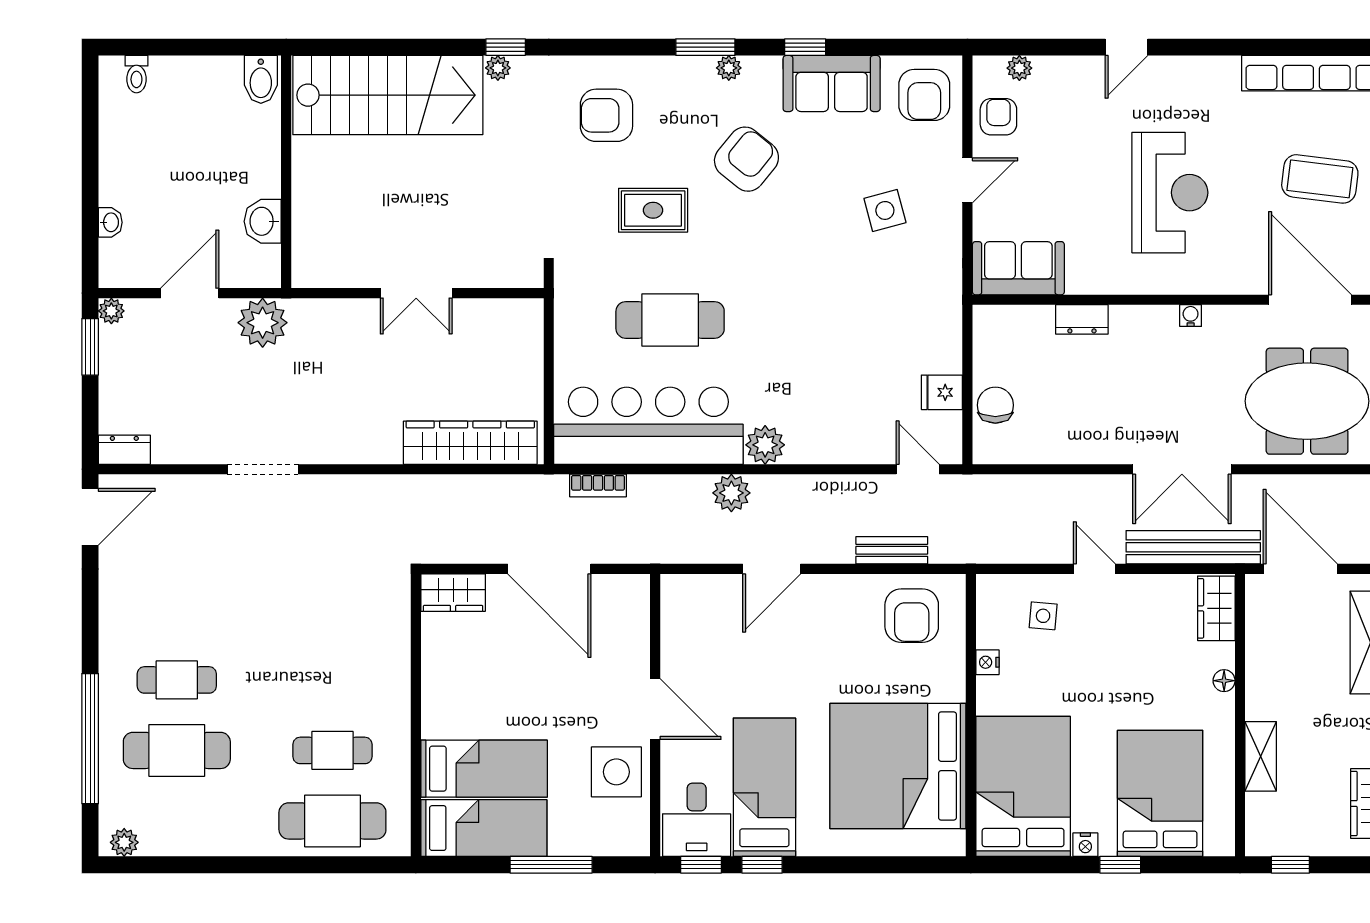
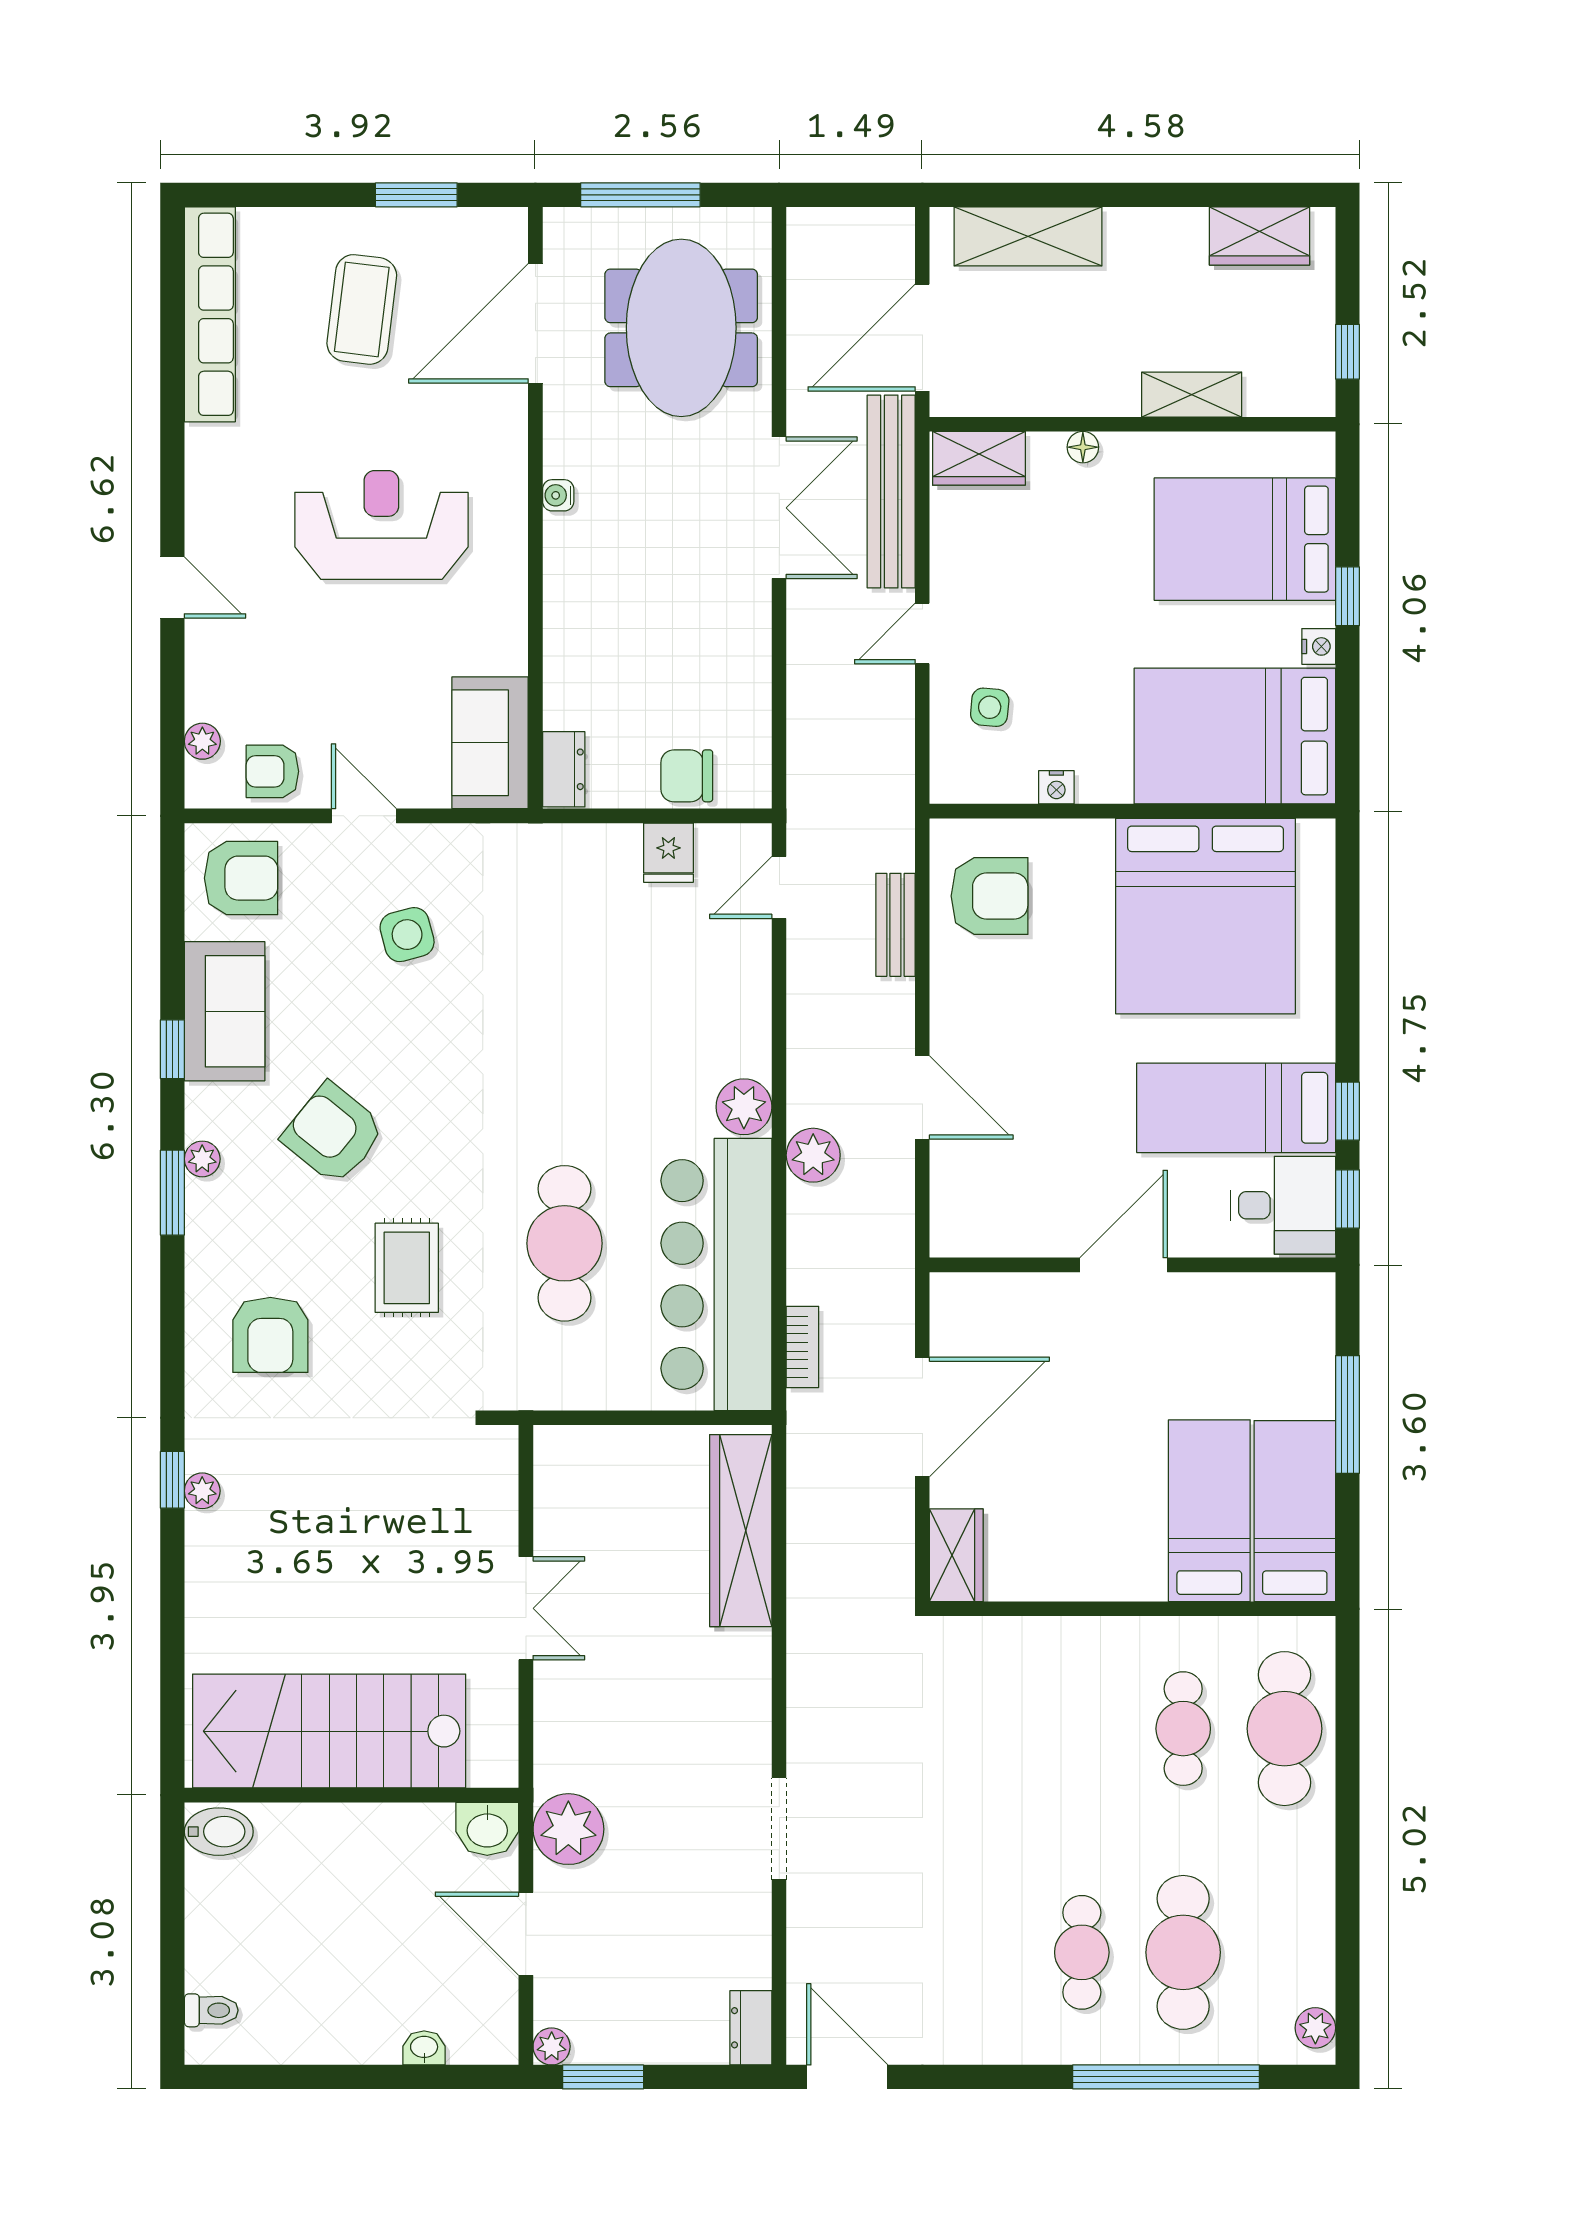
stairs: (388, 95) -> (329, 1731), moved, turned -90
washbasin: (263, 221) -> (487, 1829), moved
dresser: (1082, 319) -> (564, 769), moved
side table: (616, 772) -> (1214, 1321), removed

